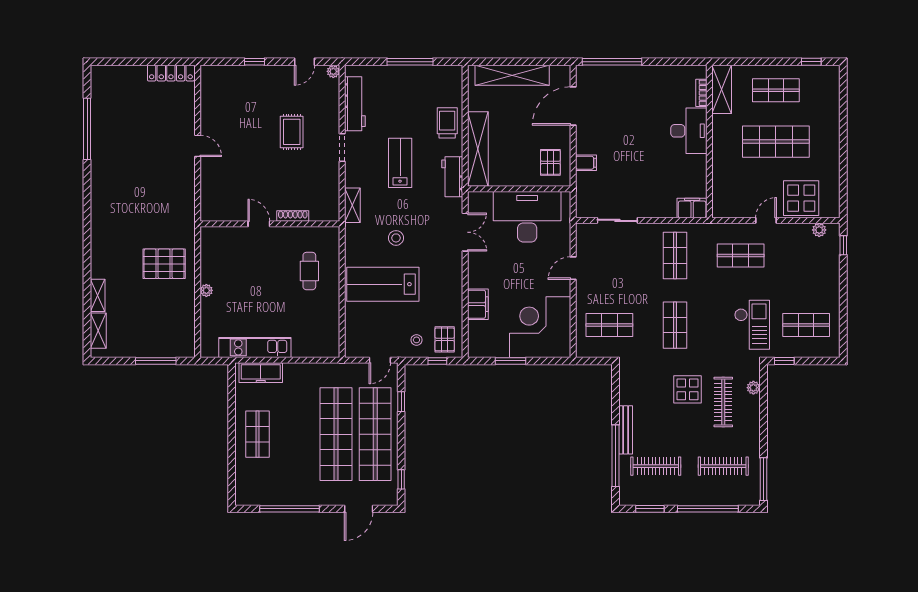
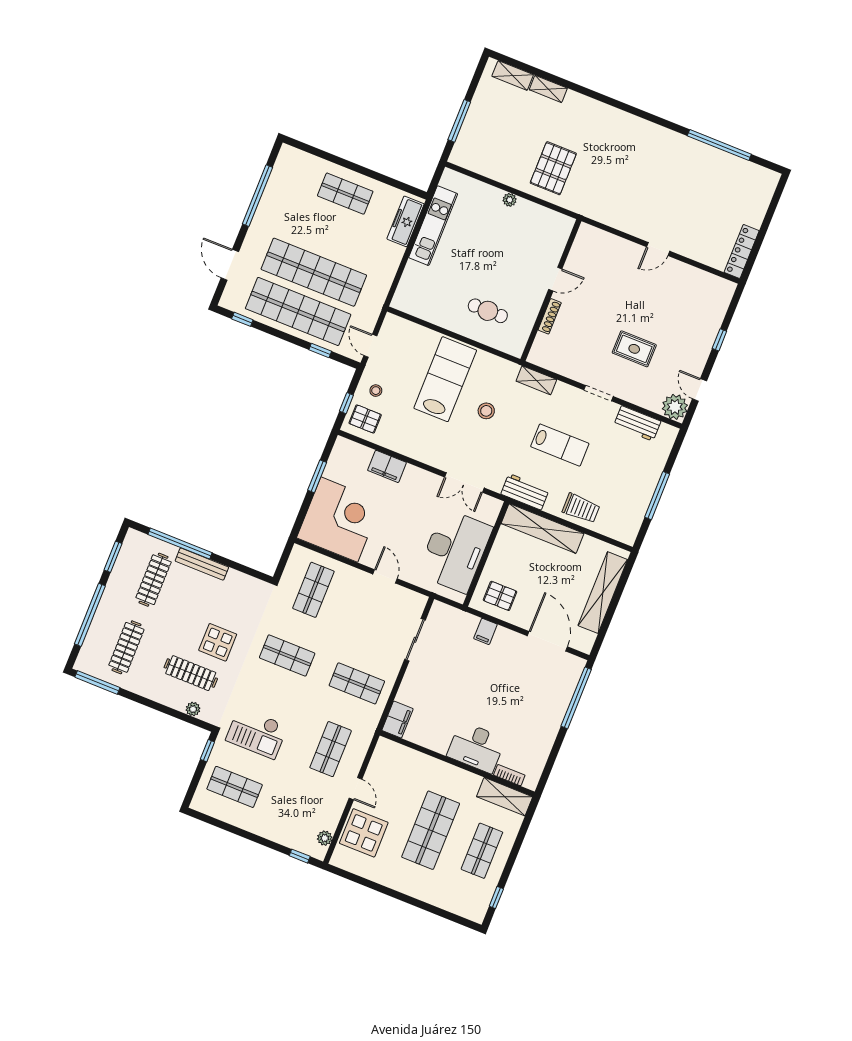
plant: (333, 71) -> (675, 407), width x1.88, depth x1.88
workbench: (355, 104) -> (637, 423), width x0.73
shop shelf: (806, 325) -> (235, 787), turned 90

